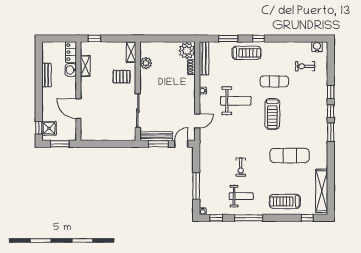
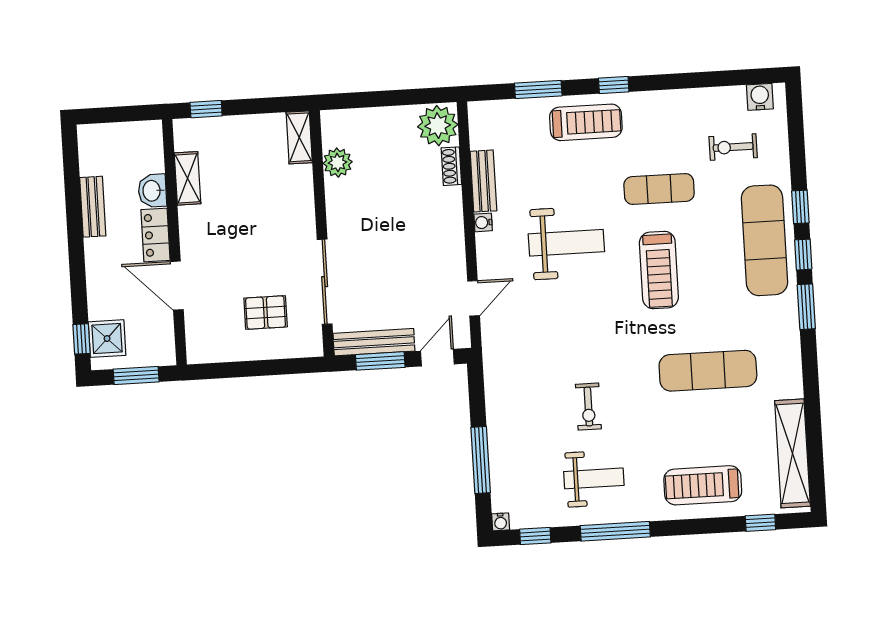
locker: (71, 52) -> (156, 235), moved
bench: (204, 58) -> (483, 181), moved, width x0.73
pallet: (122, 77) -> (266, 312), moved
exercise mat: (315, 104) -> (764, 240), added

